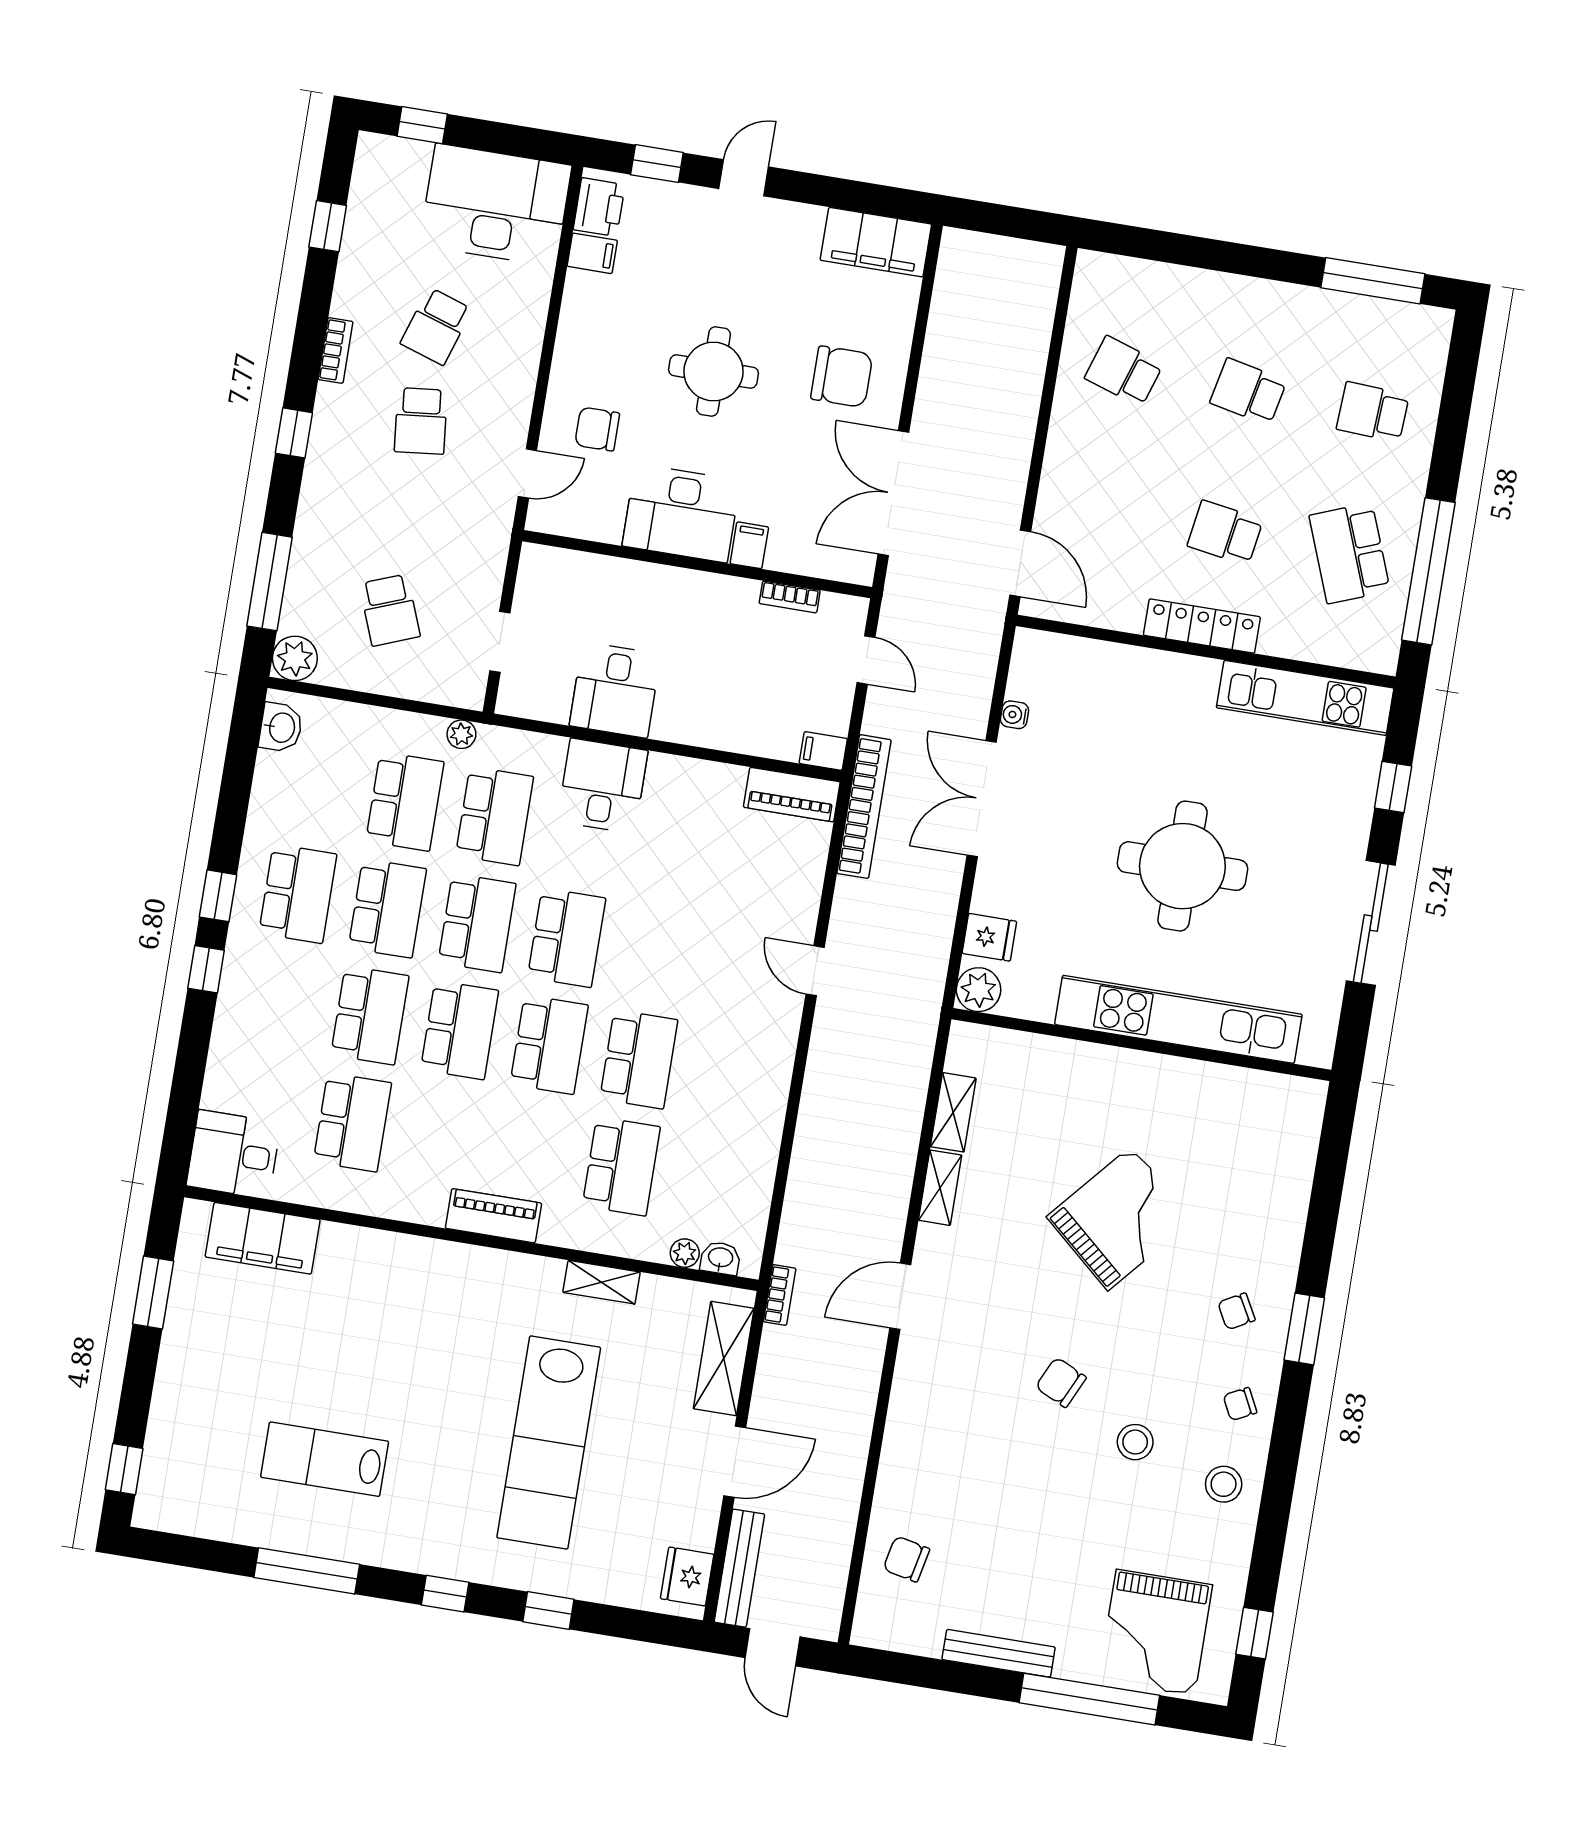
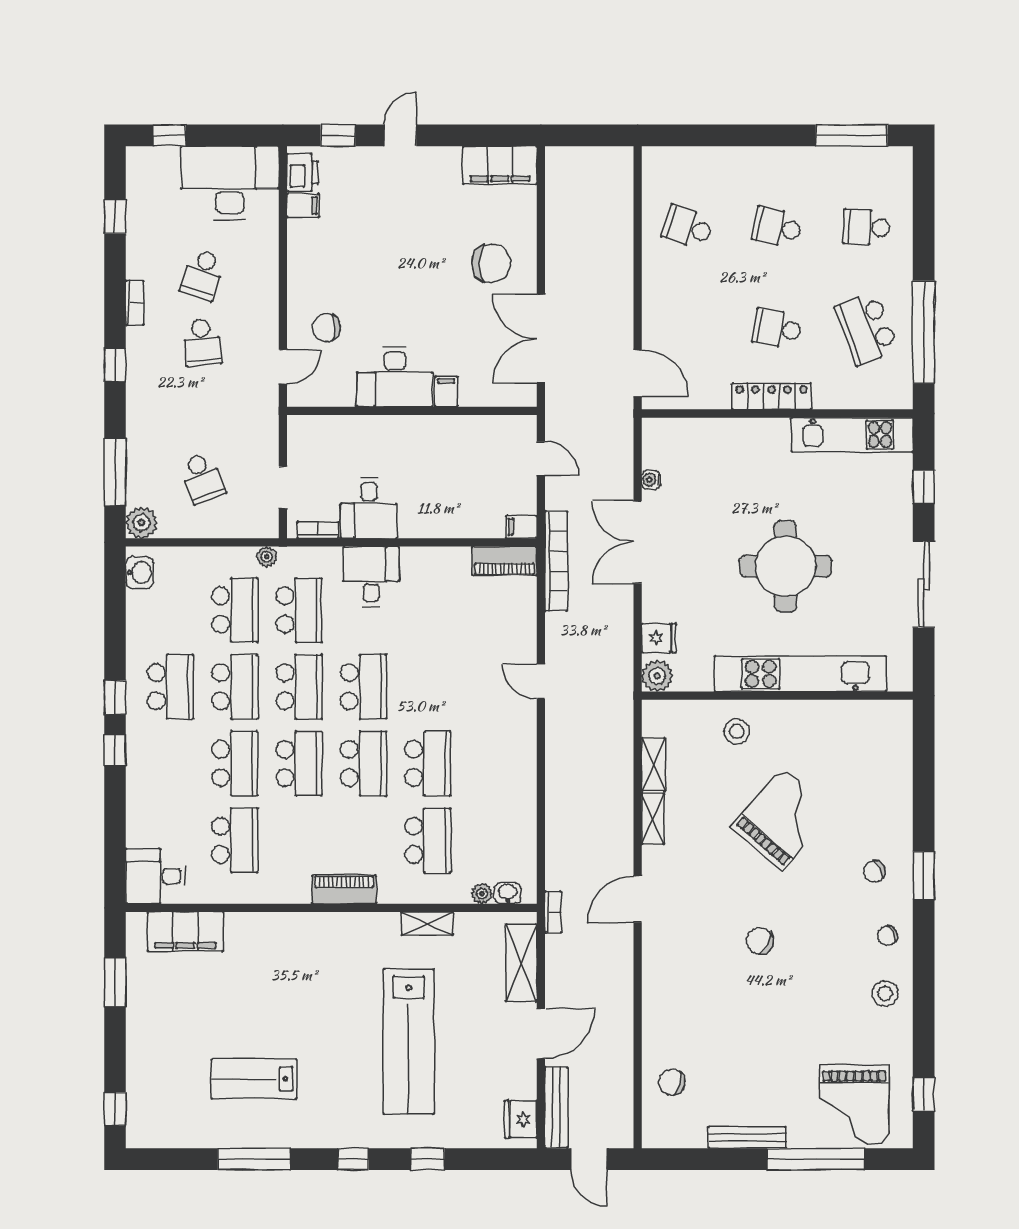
round table: (713, 371) -> (401, 274), removed
bookcase: (790, 597) -> (318, 530), moved, turned 180
stool: (1135, 1442) -> (737, 732), moved

